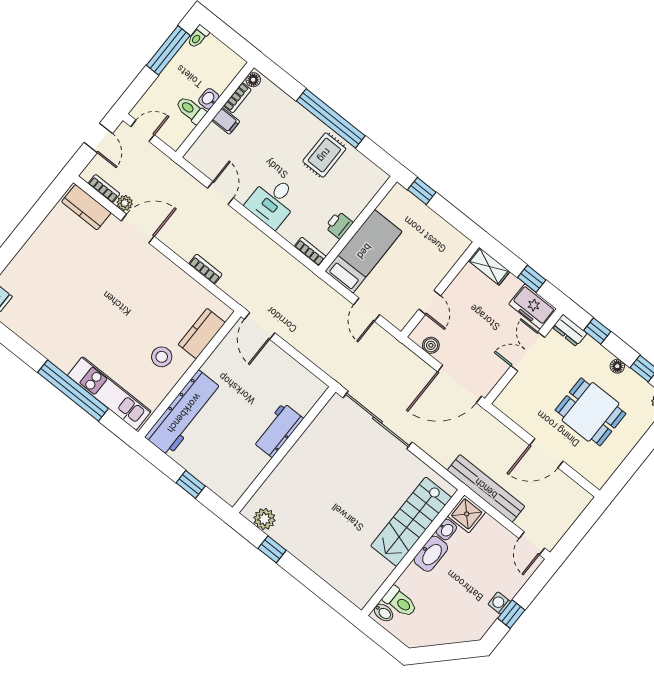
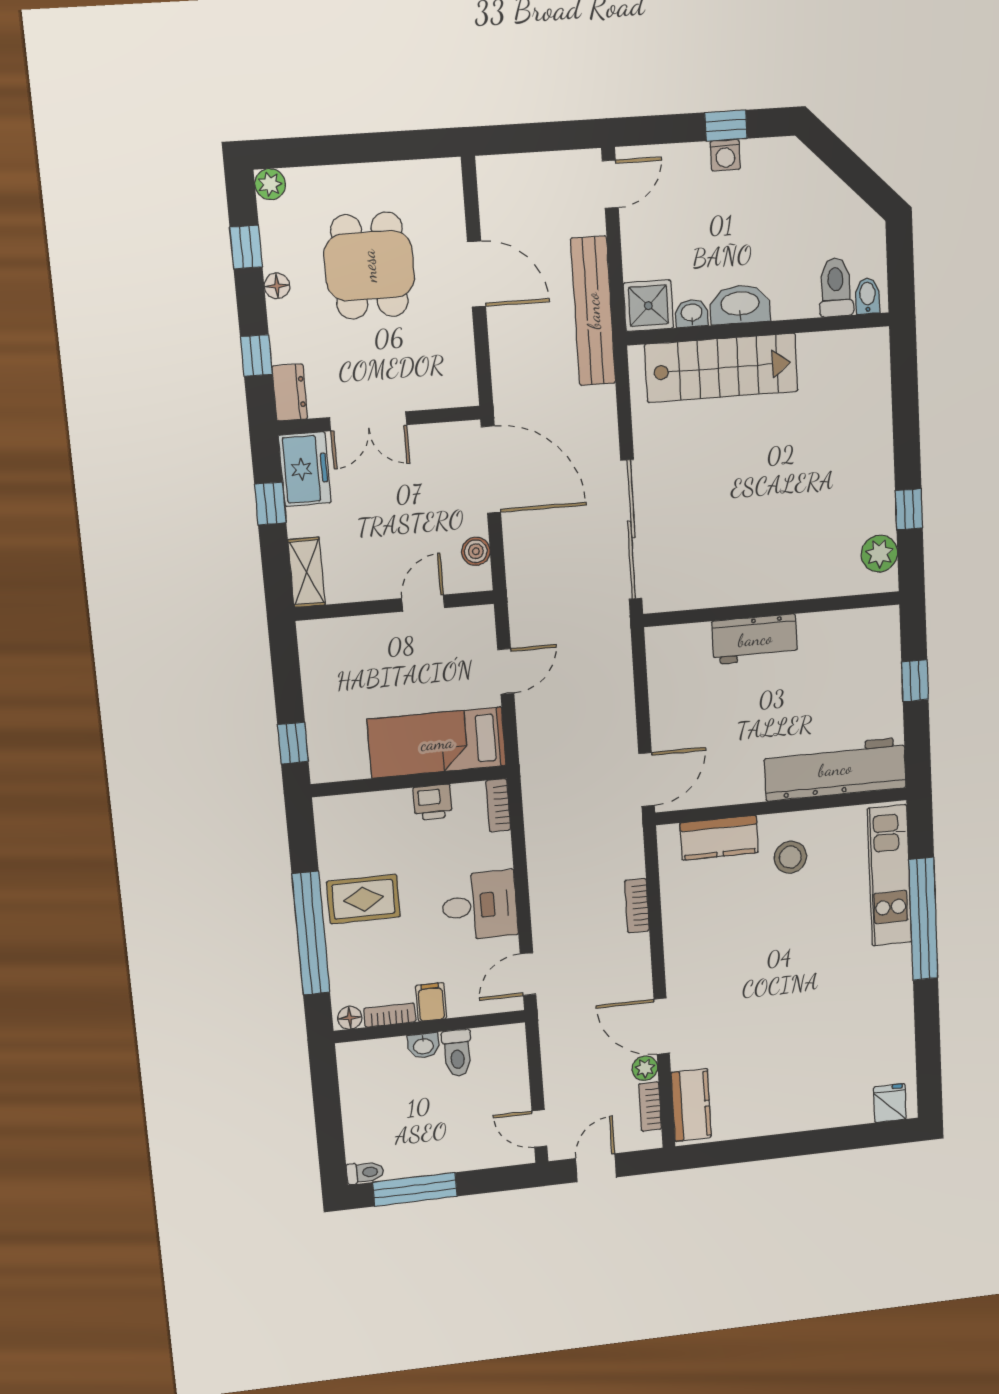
floor lamp: (253, 80) -> (350, 1018), moved
bookcase: (237, 98) -> (390, 1015), moved
washbasin: (209, 99) -> (424, 1046), moved
toilet: (191, 110) -> (457, 1053), moved
wall: (215, 110) -> (430, 1027), moved
filing cabinet: (226, 121) -> (431, 1002), moved

